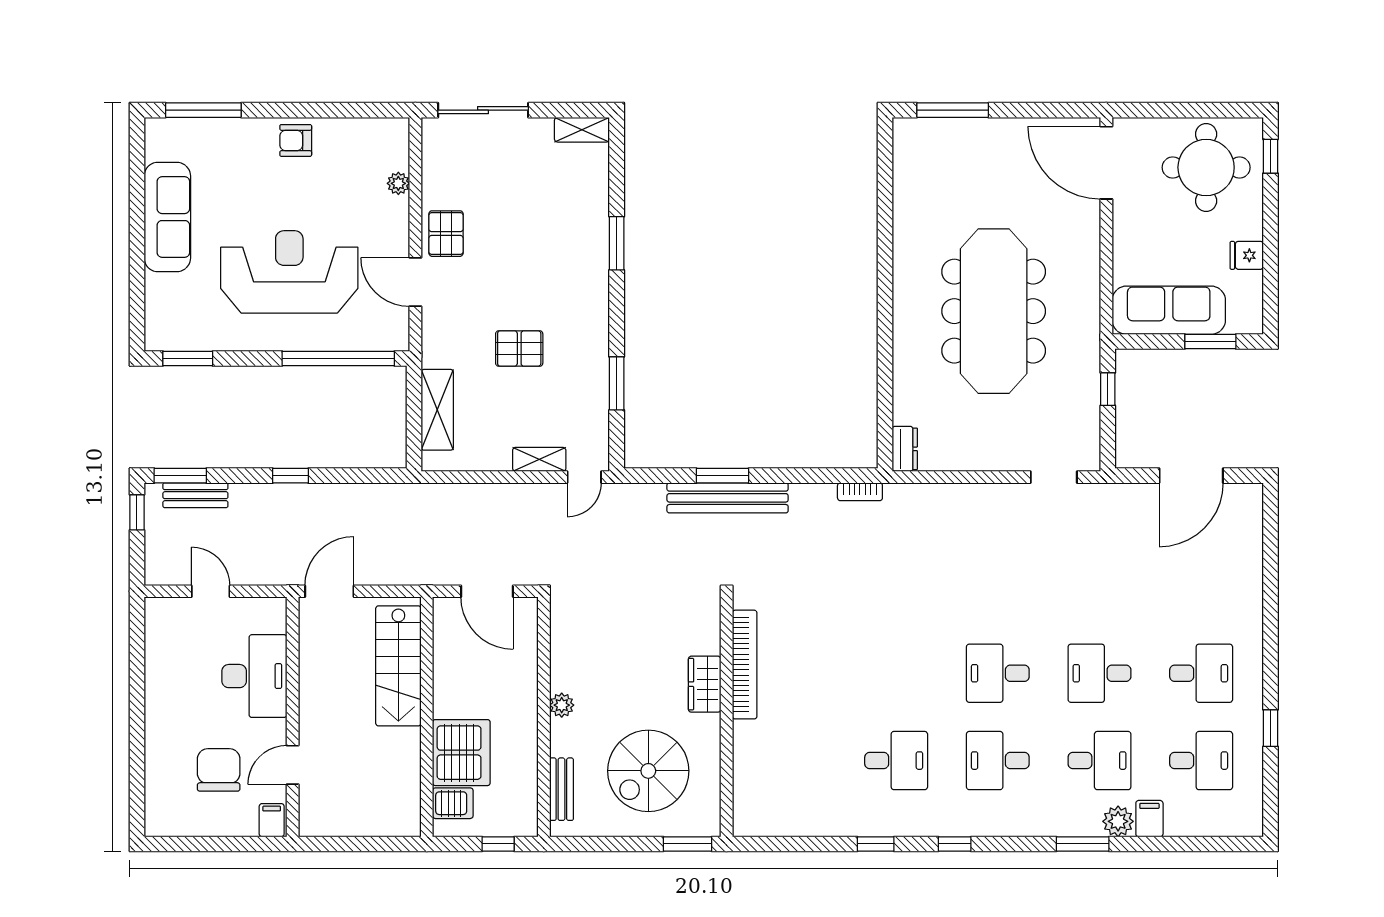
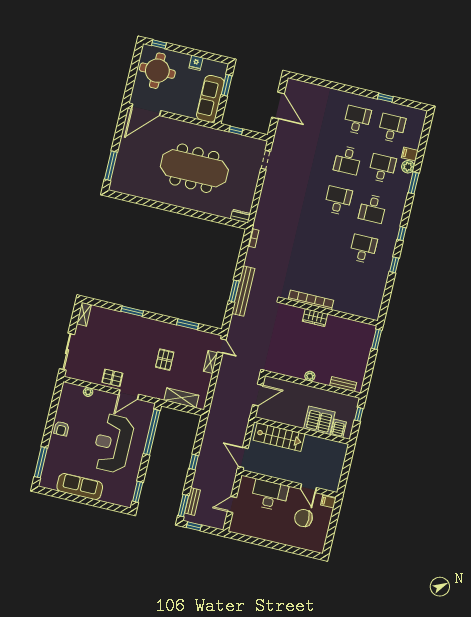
desk: (998, 673) -> (338, 200), turned 180
spiral stairs: (648, 771) -> (344, 348), removed

